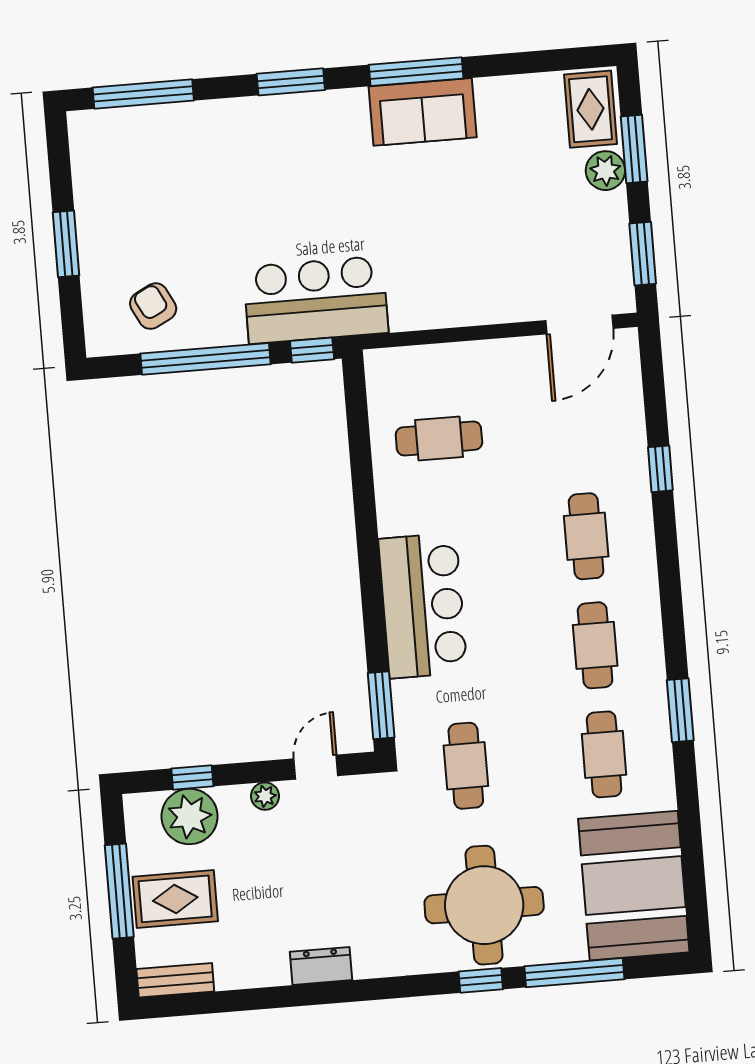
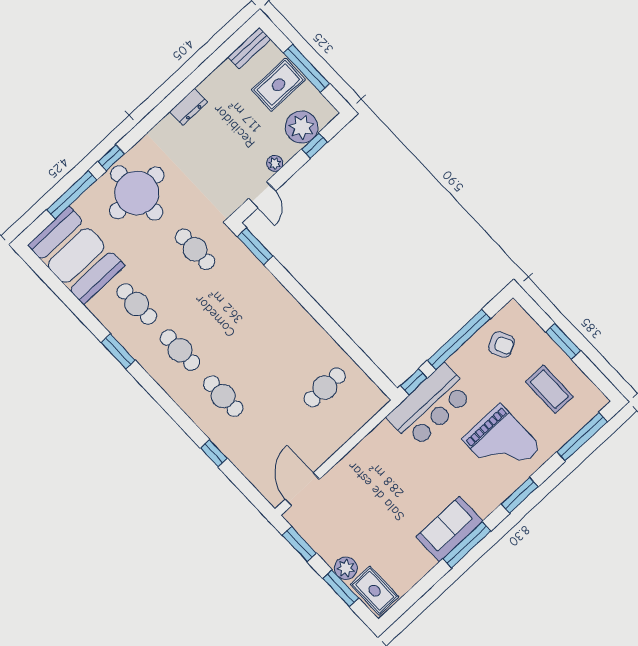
grand piano: (259, 172) -> (502, 443), added
coffee table: (136, 194) -> (549, 389), added
bar counter: (423, 606) -> (272, 306), removed

